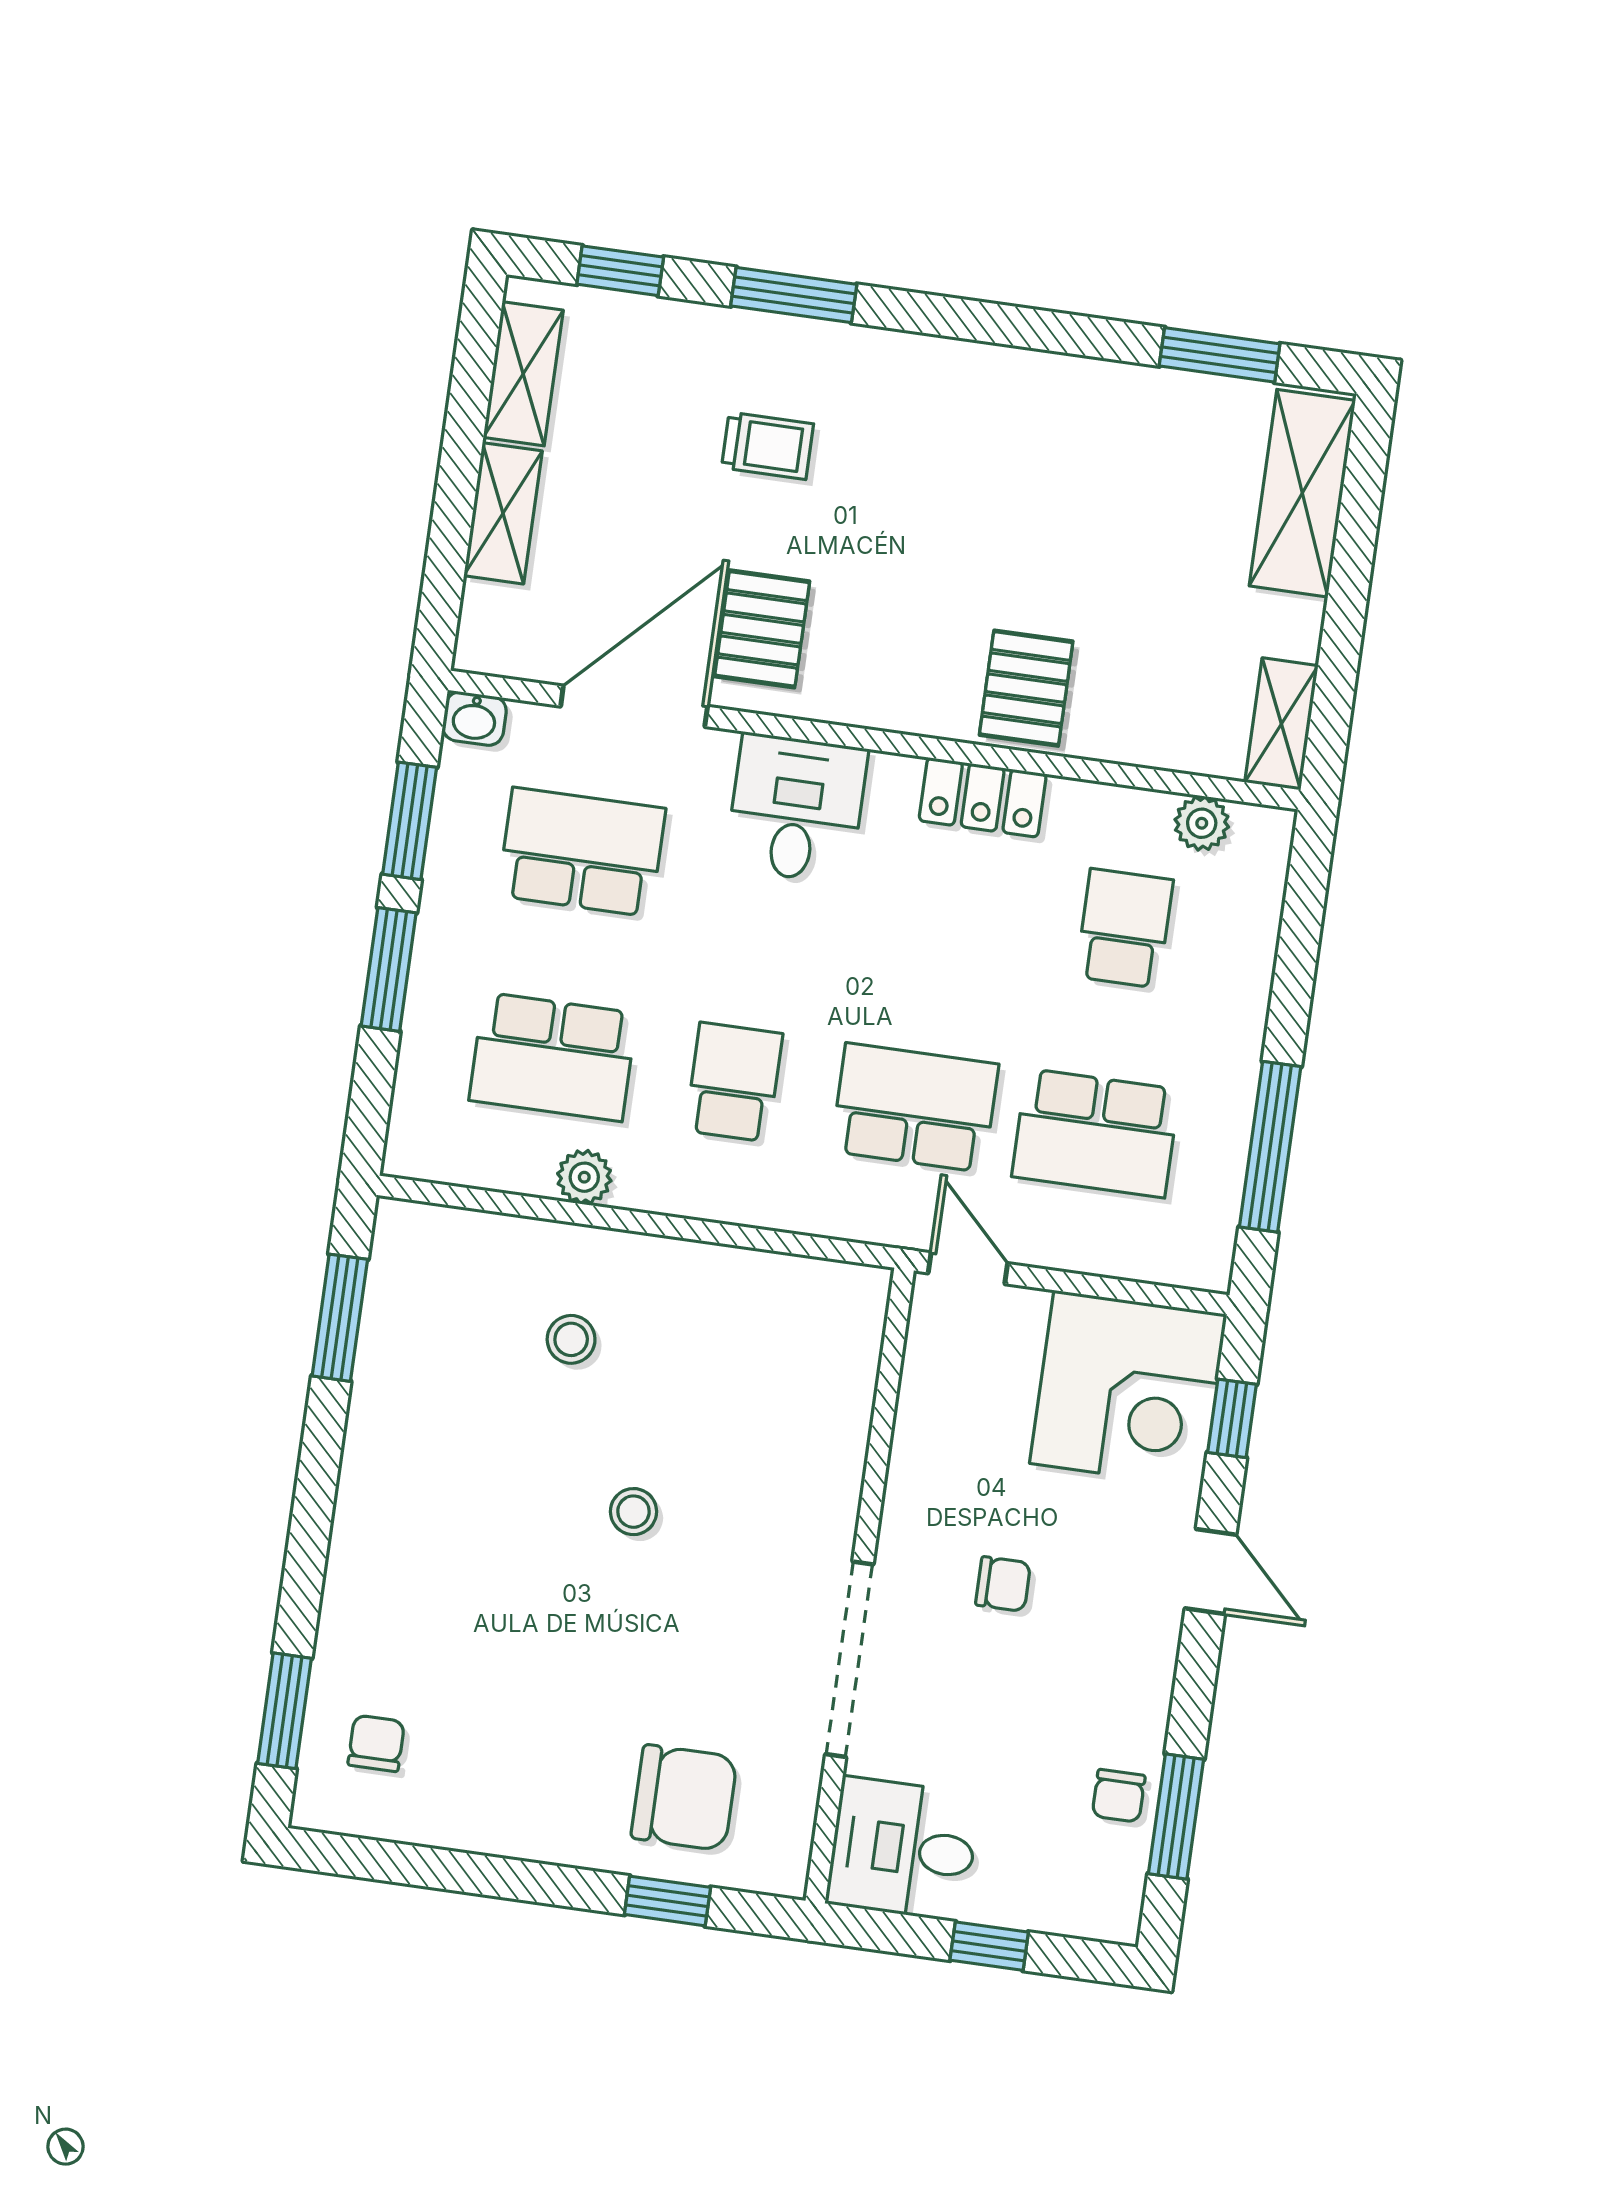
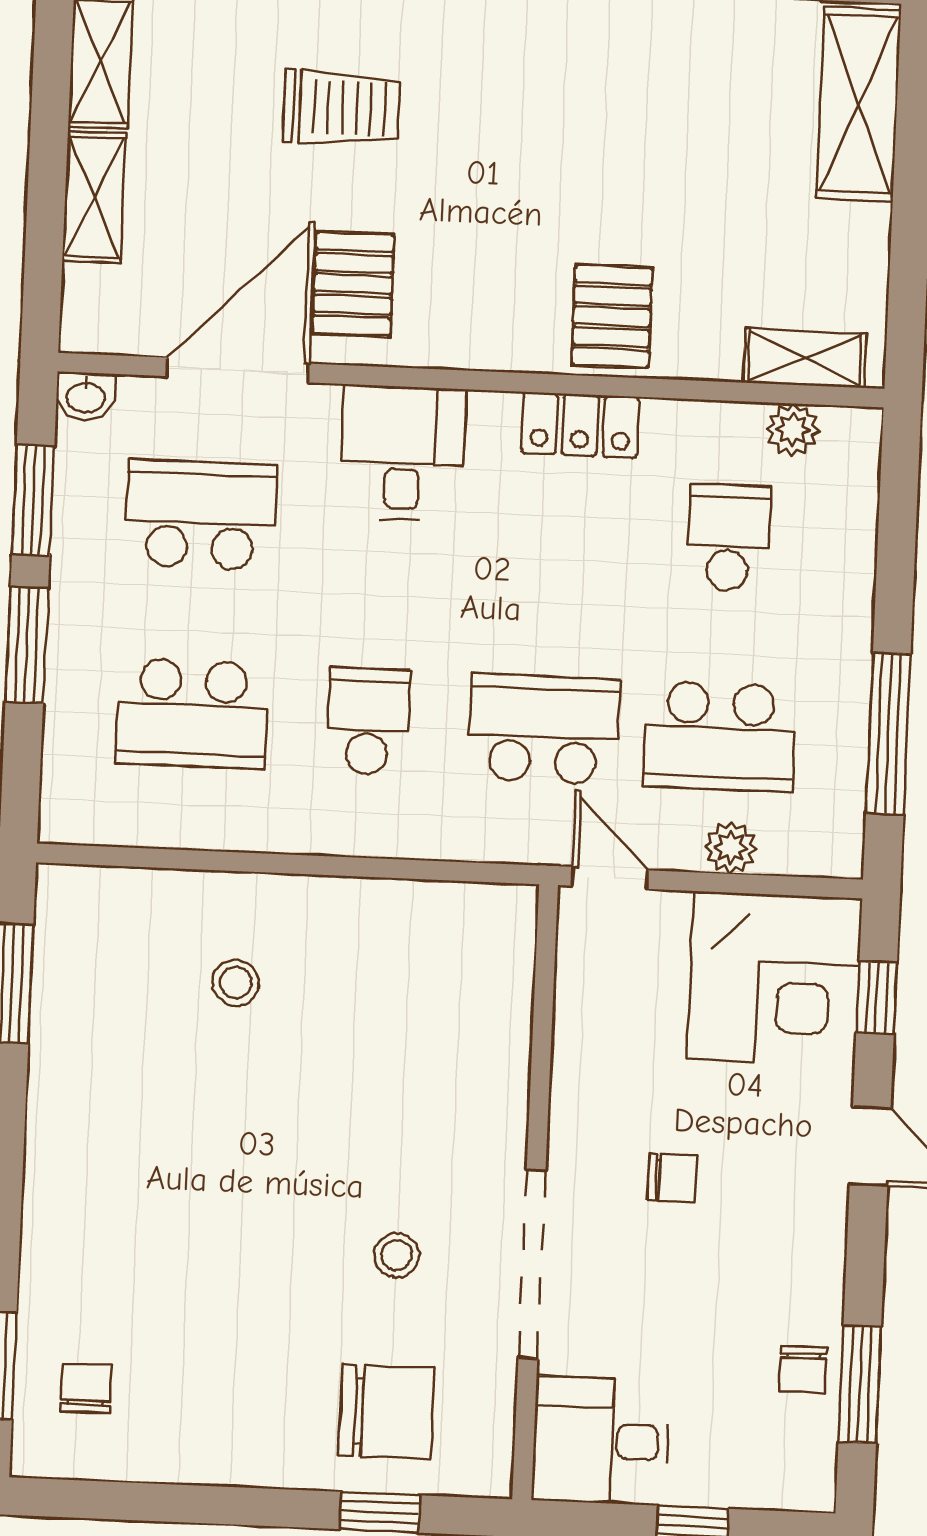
trolley: (768, 446) -> (342, 108), width x1.36, depth x1.39
shelving: (1281, 724) -> (805, 358), moved, turned 90
plant: (584, 1177) -> (731, 848), moved
stool: (633, 1512) -> (397, 1255), moved

